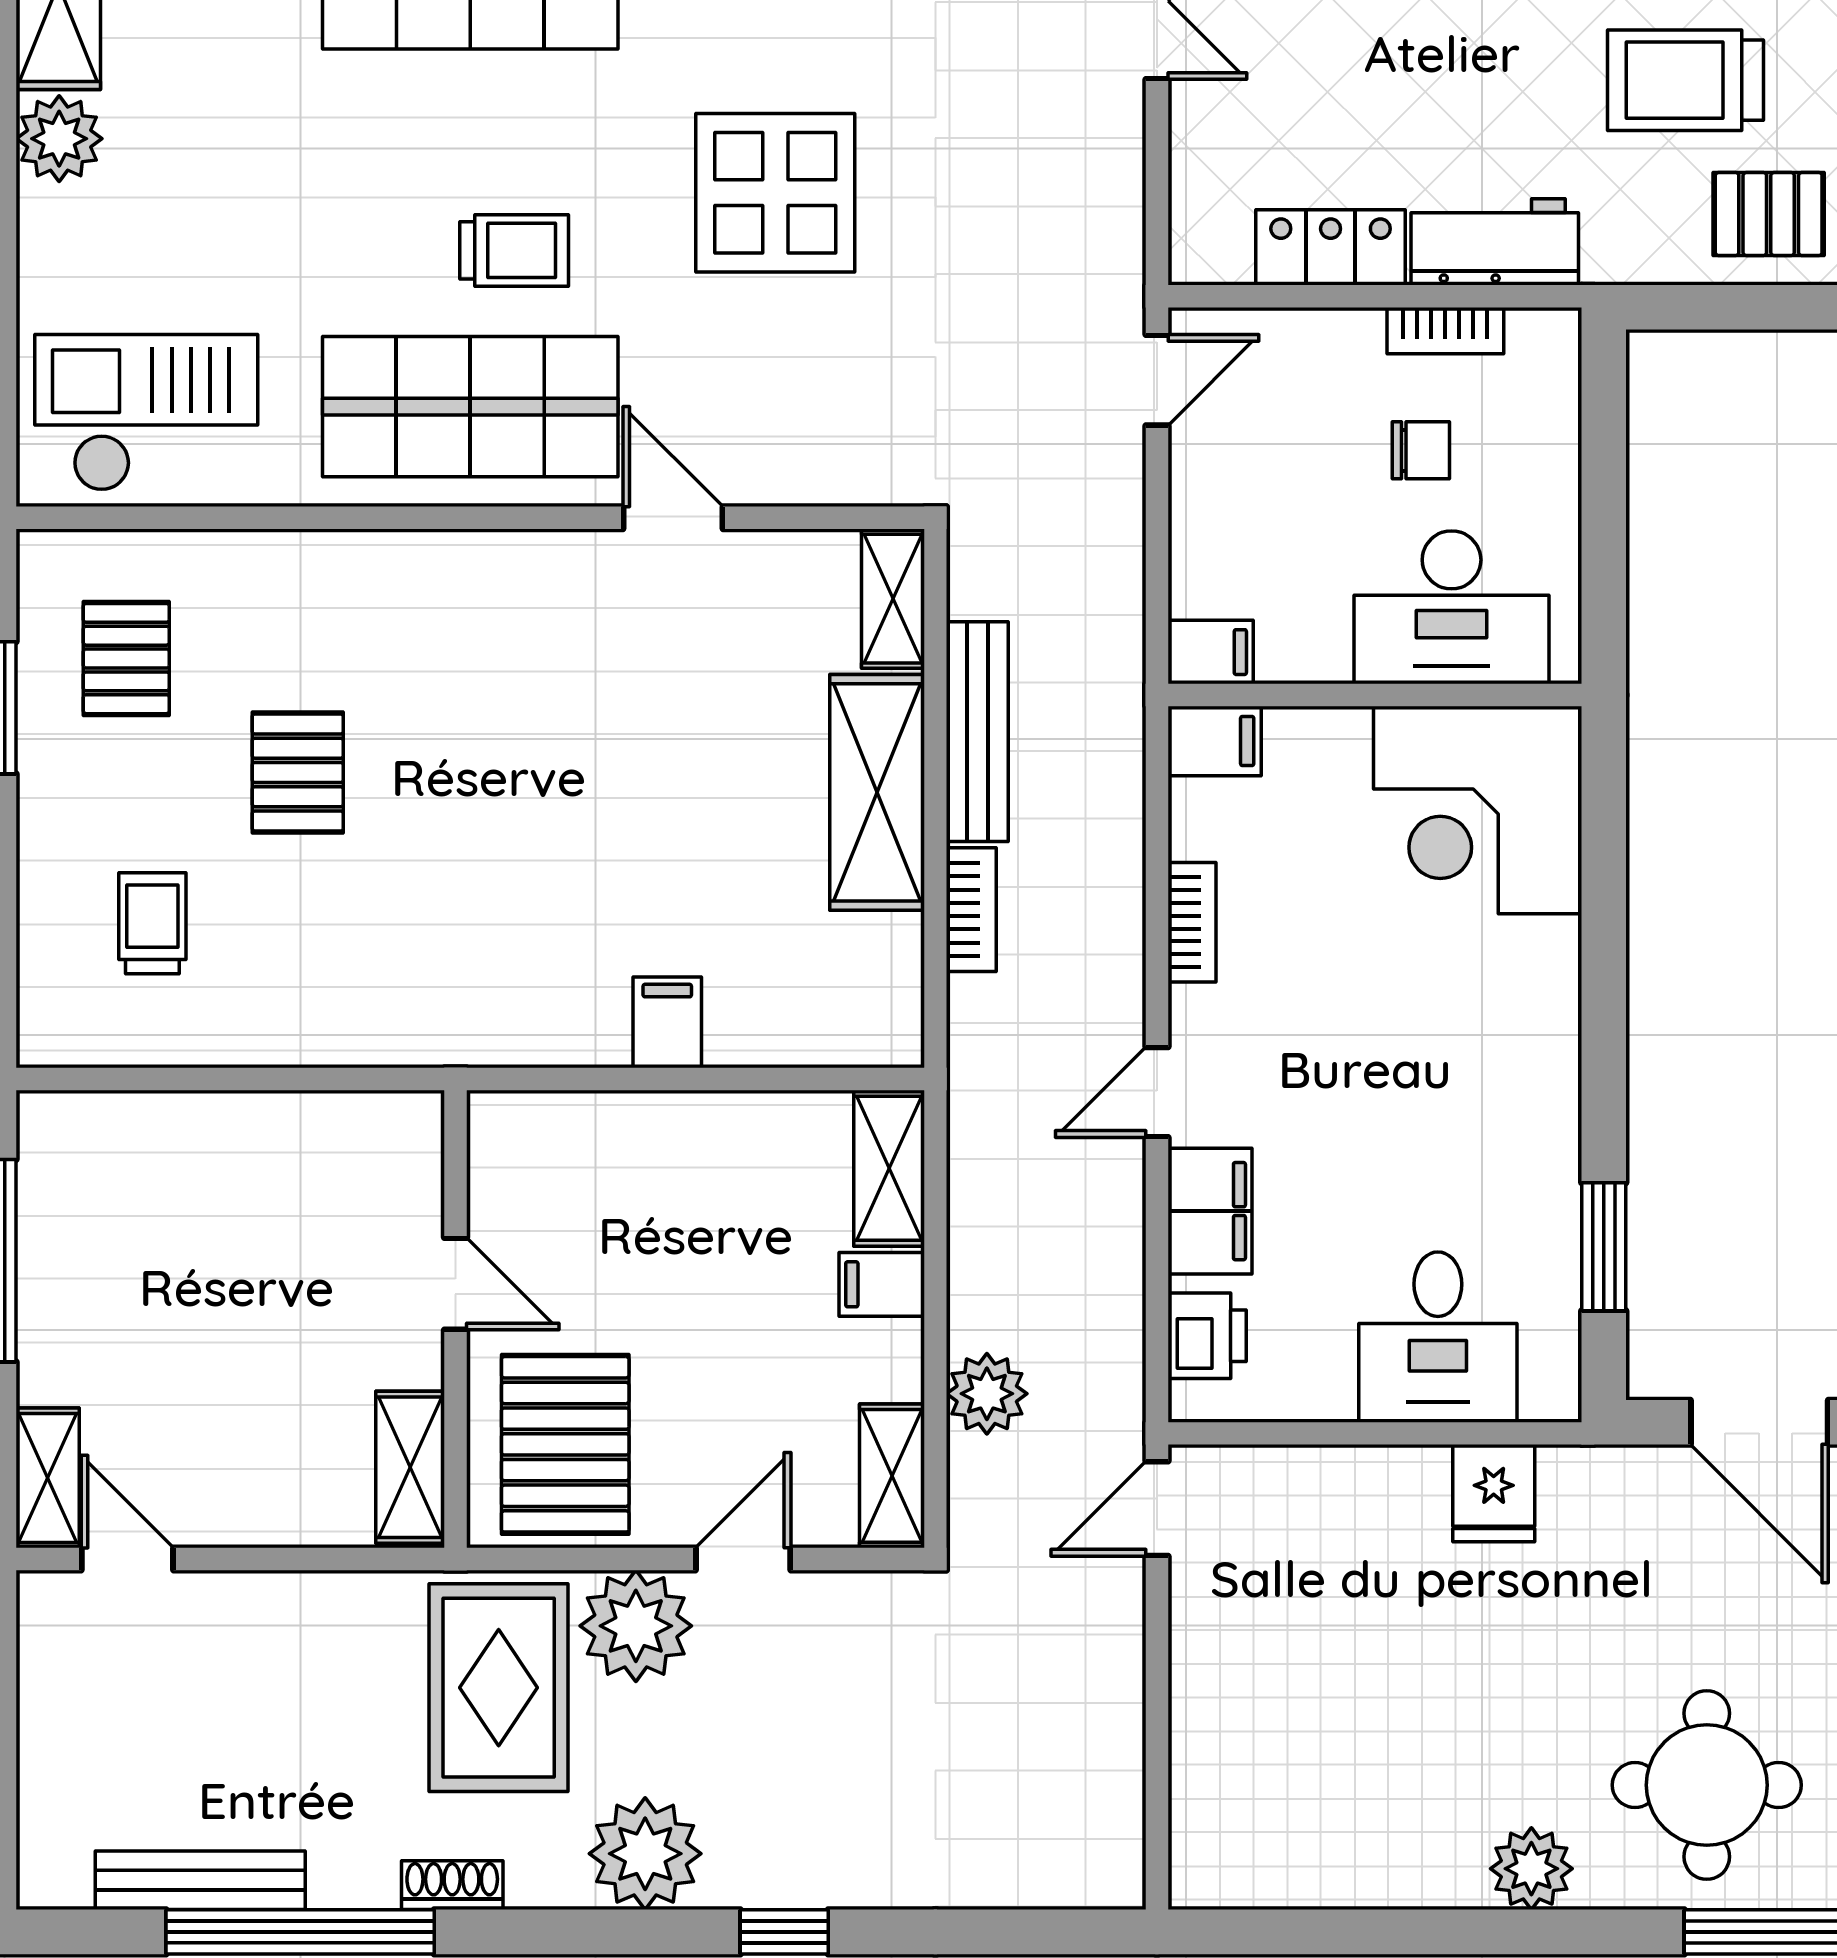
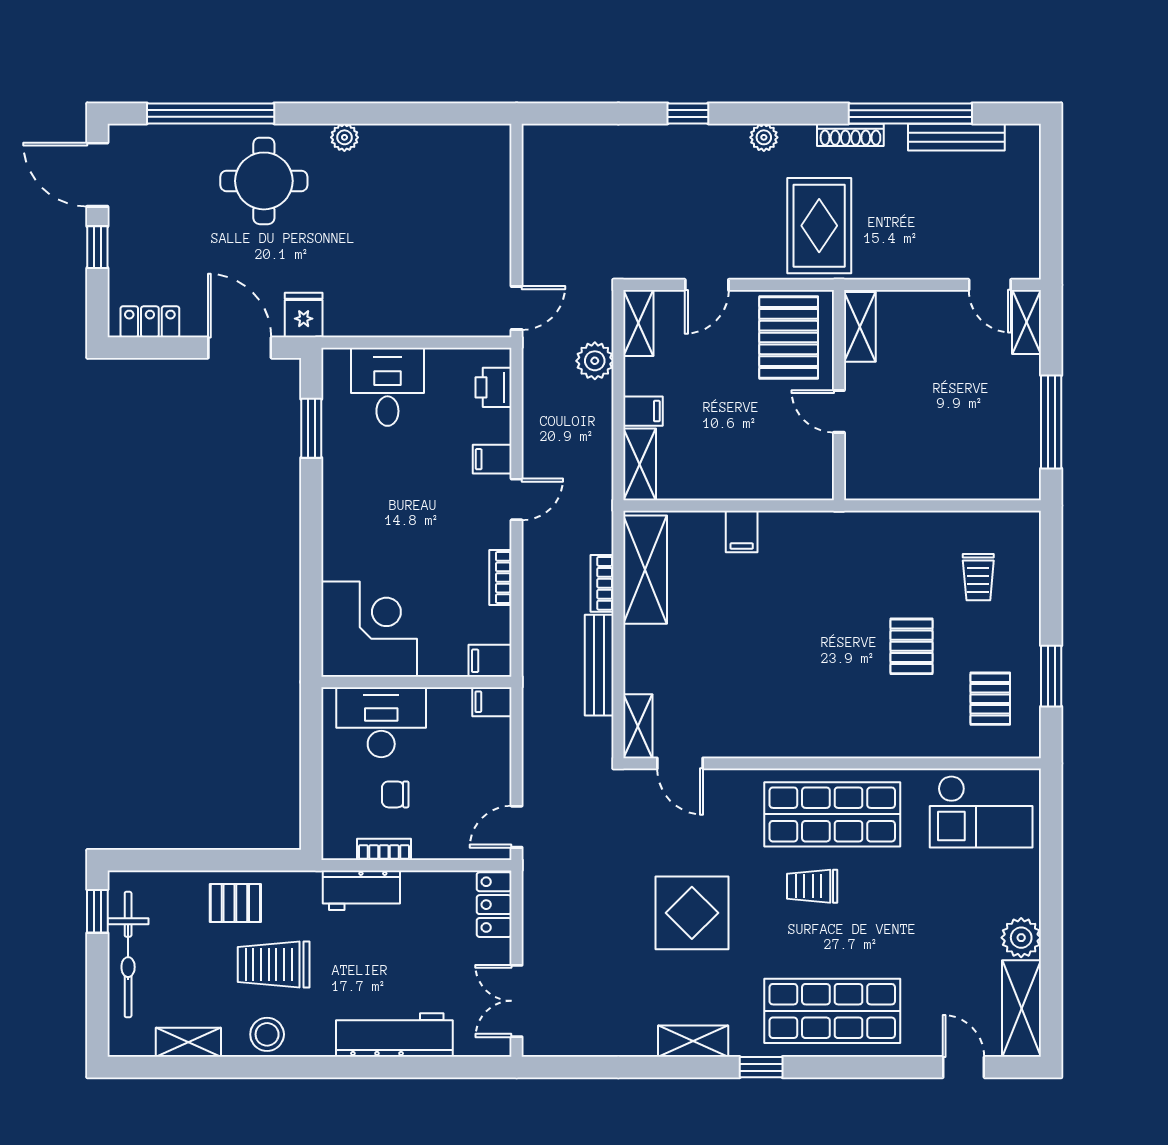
trolley: (1686, 80) -> (274, 965), turned 180
locker: (1331, 247) -> (494, 905), moved, turned 90
door: (673, 518) -> (680, 763), moved
shelving: (877, 792) -> (645, 570), moved
filing cabinet: (1210, 1211) -> (492, 459), width x0.50
fridge: (1494, 1493) -> (304, 315), moved
plant: (636, 1626) -> (756, 254), removed
plant: (645, 1854) -> (764, 137), width x0.53, depth x0.53
plant: (1531, 1869) -> (344, 137), width x0.73, depth x0.73
shoe rack: (452, 1885) -> (850, 135), width x1.43

